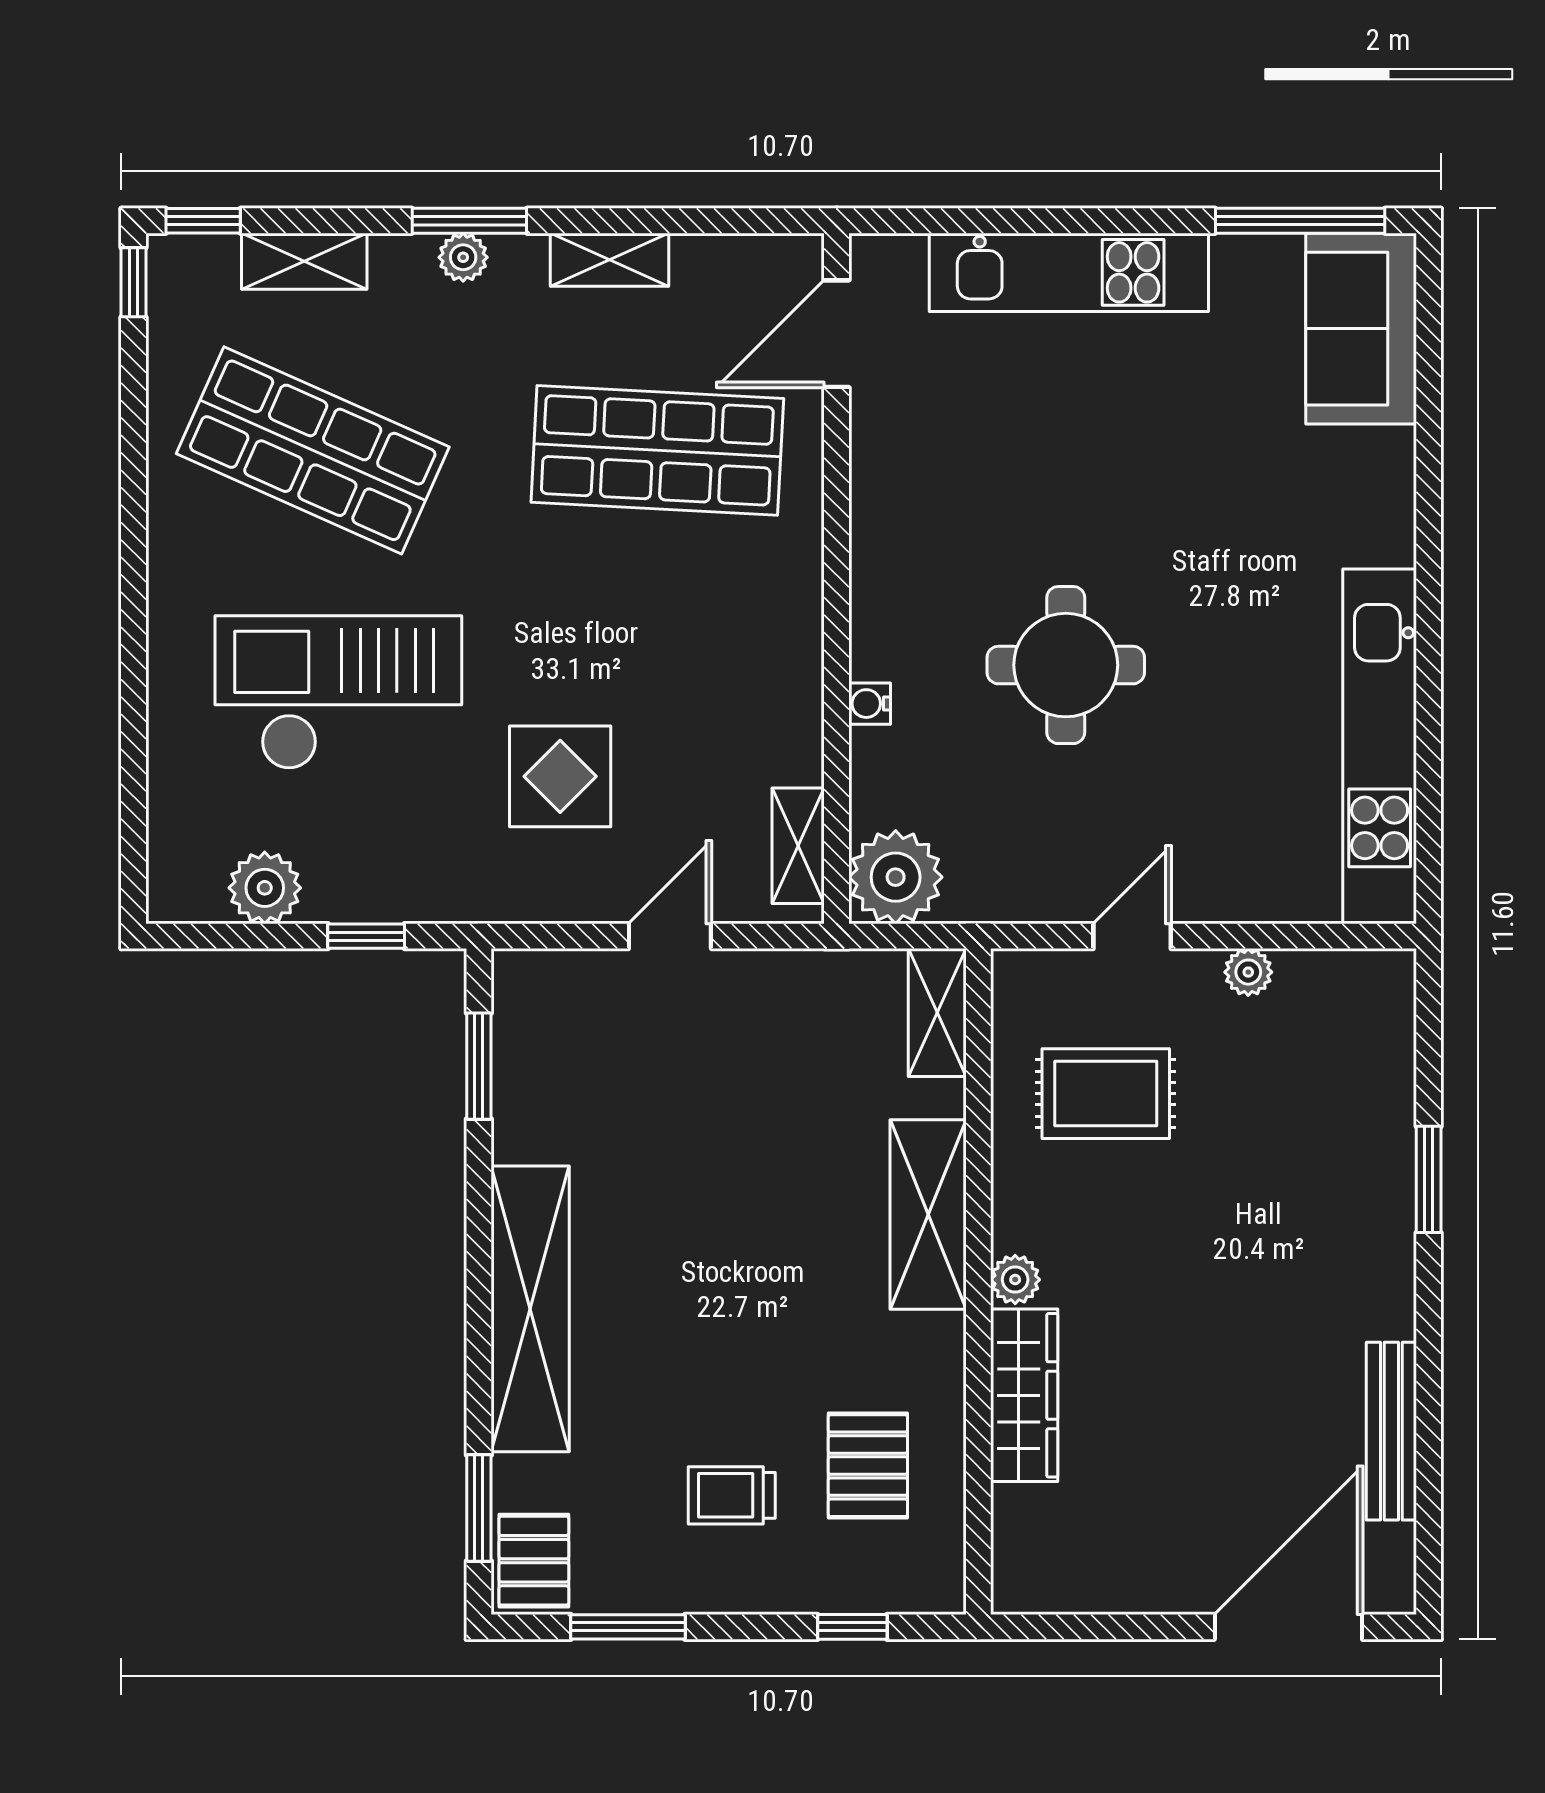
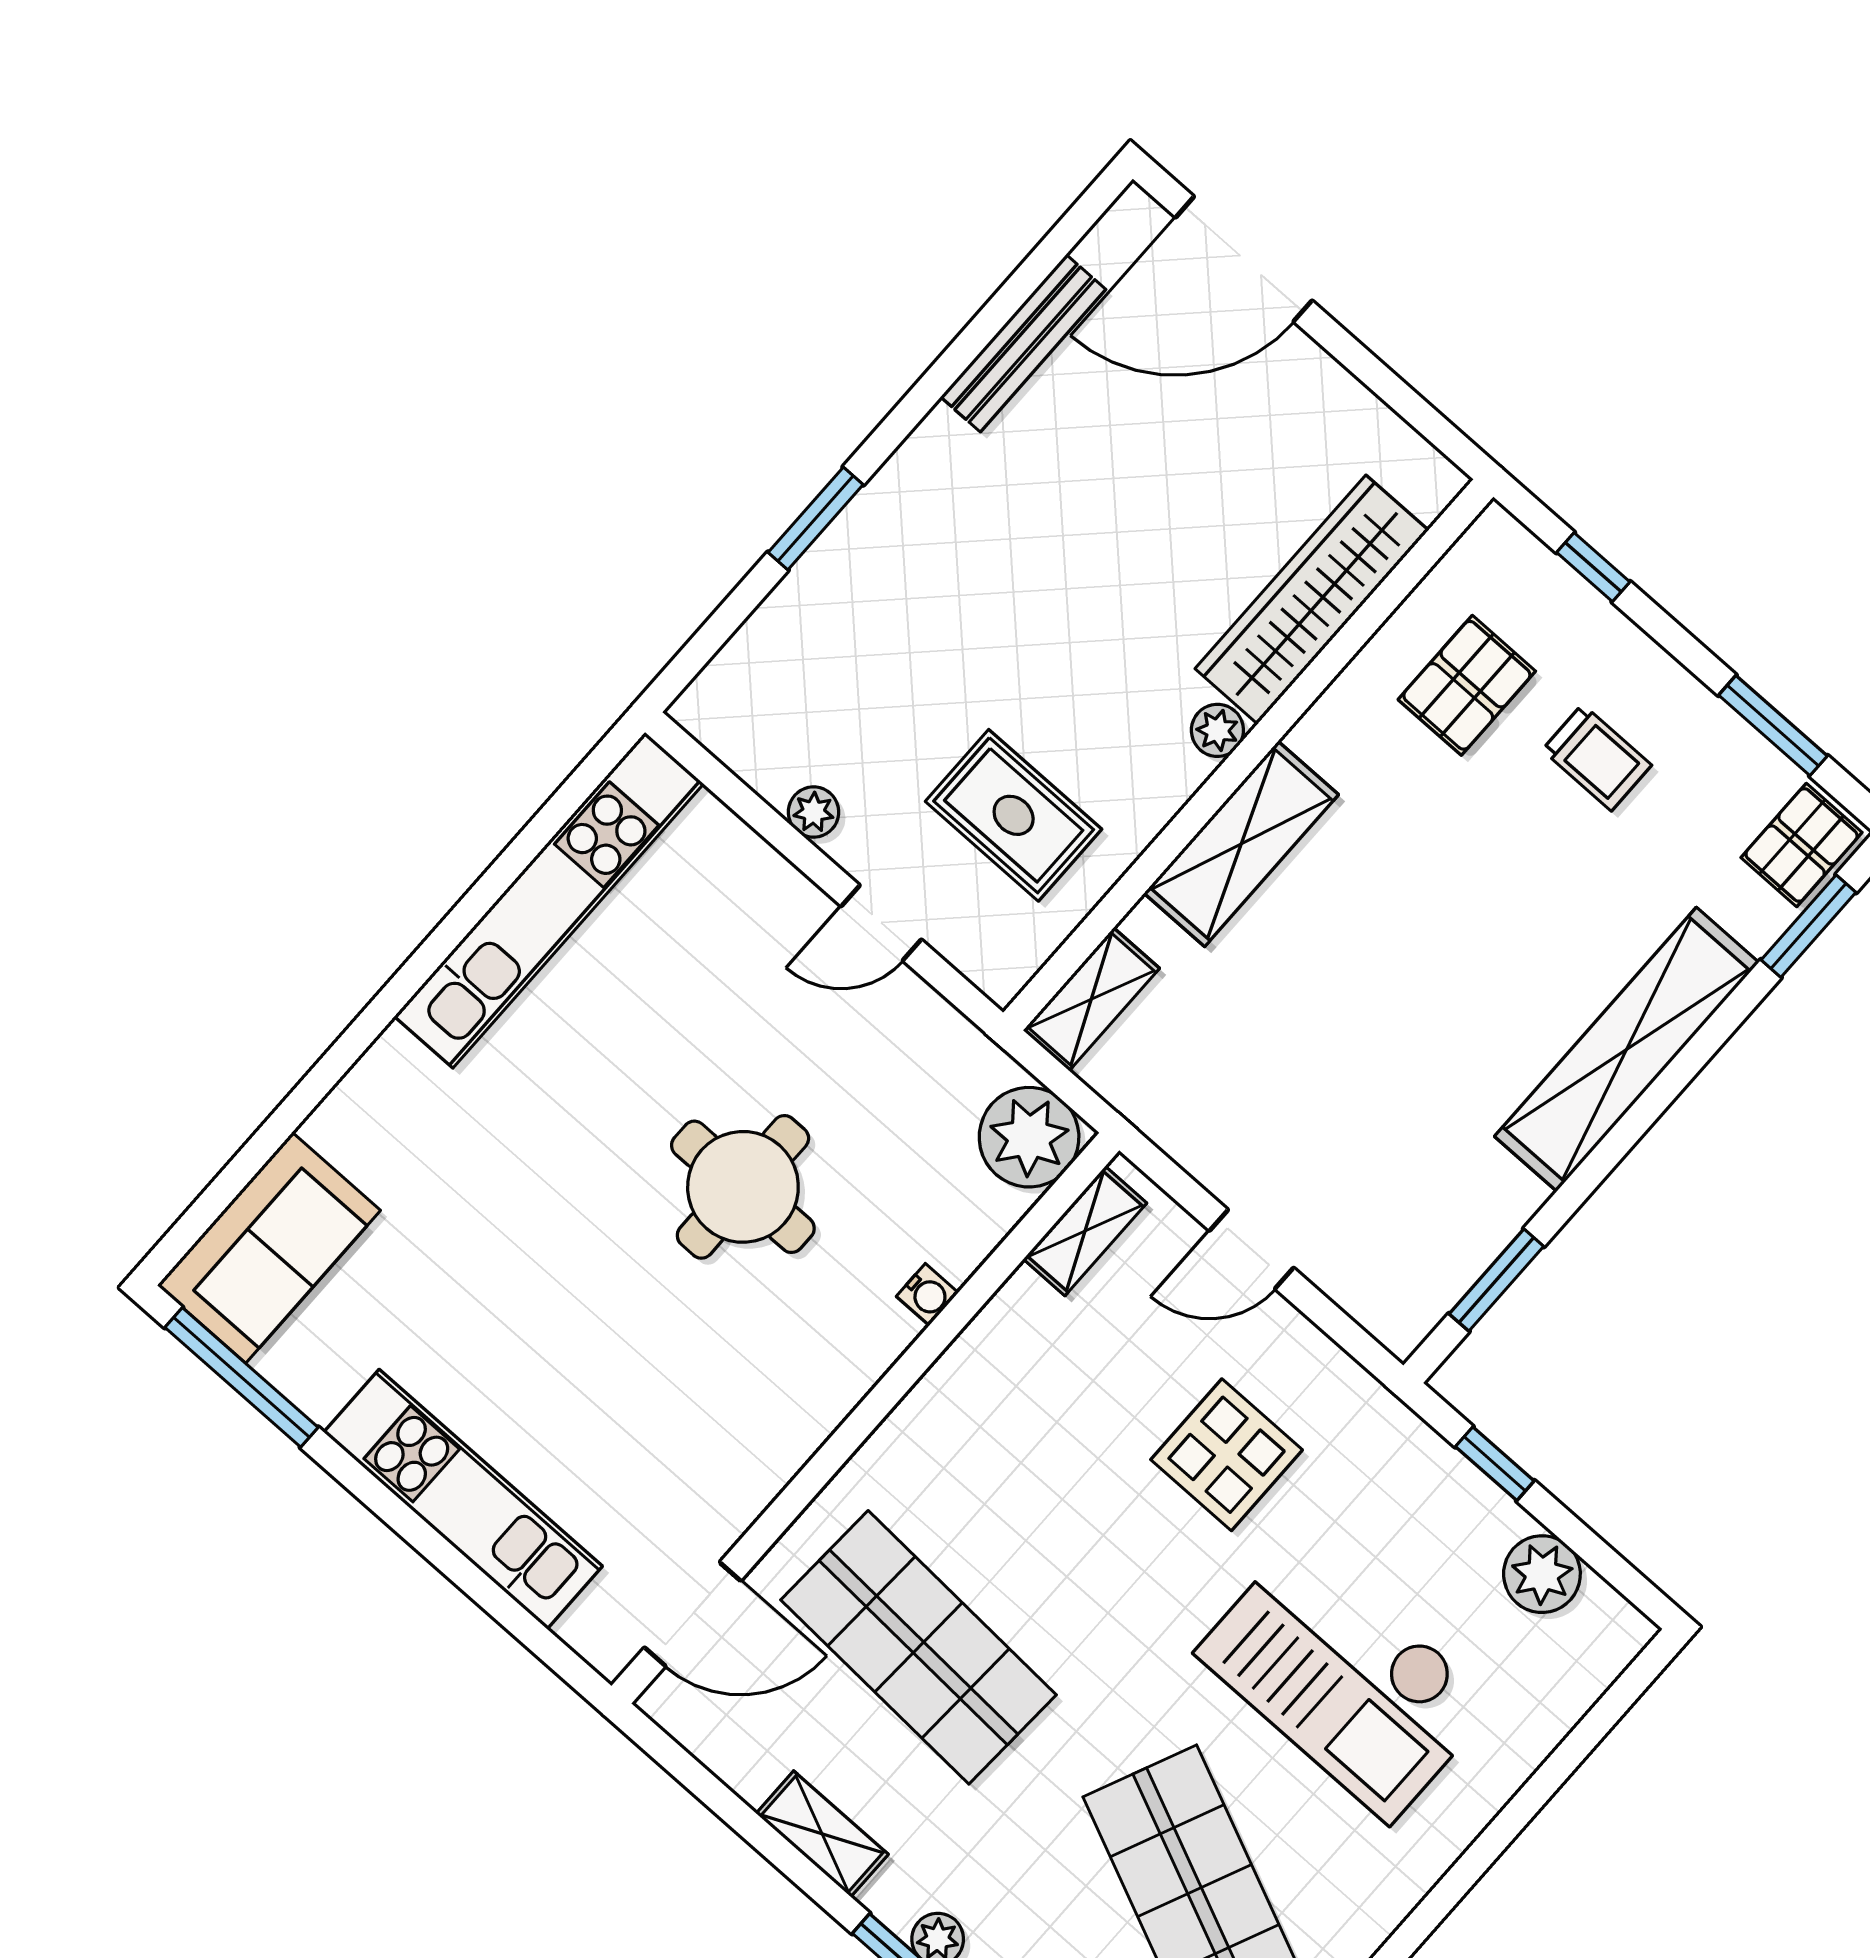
wardrobe: (1024, 1395) -> (1312, 599), width x1.40, depth x1.17

